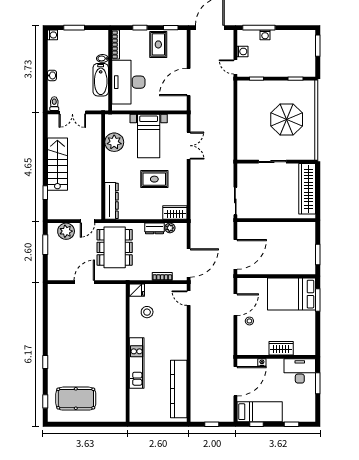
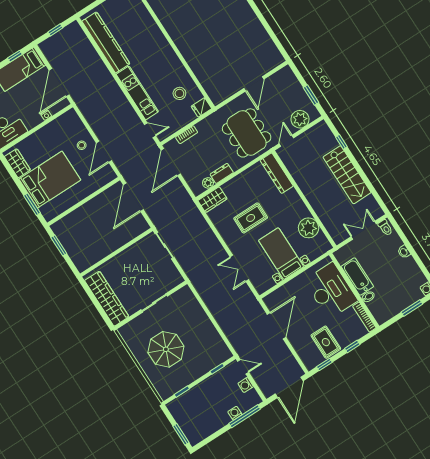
bed: (292, 294) -> (50, 180), moved
wardrobe: (281, 348) -> (17, 163), moved, turned -90
kitchen unit: (137, 363) -> (137, 93), moved, turned 180

